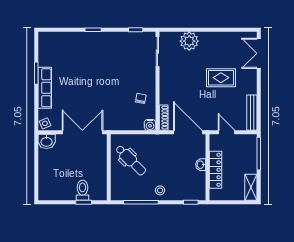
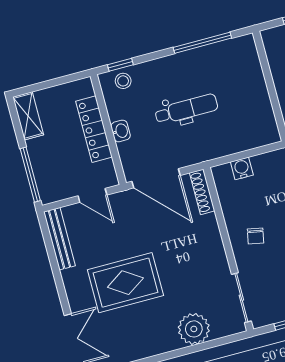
rug: (221, 78) -> (125, 283), width x1.36, depth x1.43
chair: (141, 98) -> (256, 236), moved
water cooler: (150, 125) -> (242, 168), moved
dental chair: (131, 160) -> (186, 109), moved, turned 135
stool: (160, 190) -> (123, 81), moved

